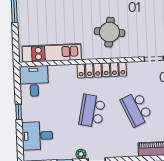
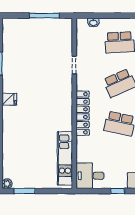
round table: (109, 32) -> (48, 105), removed

